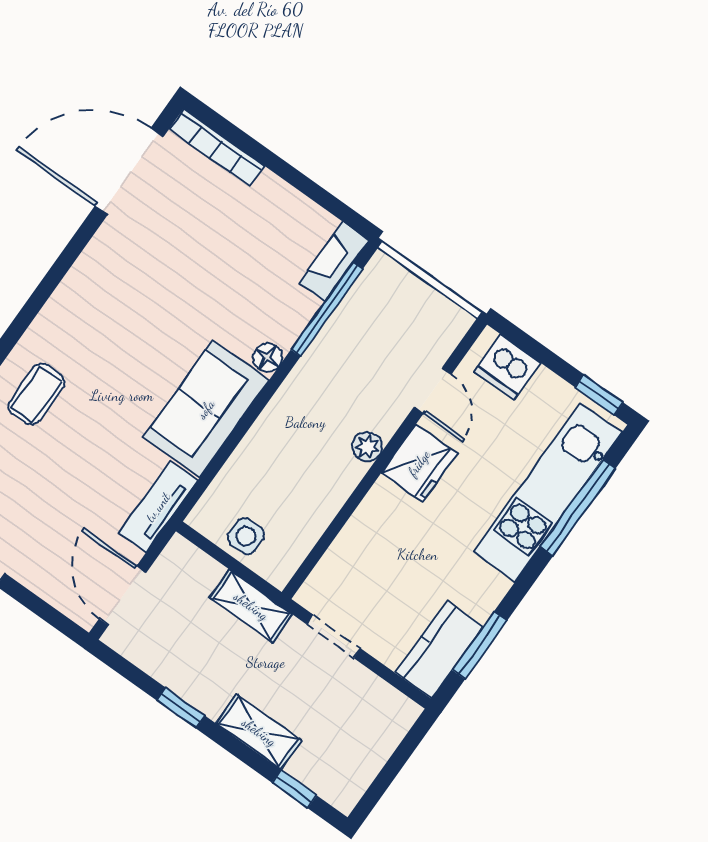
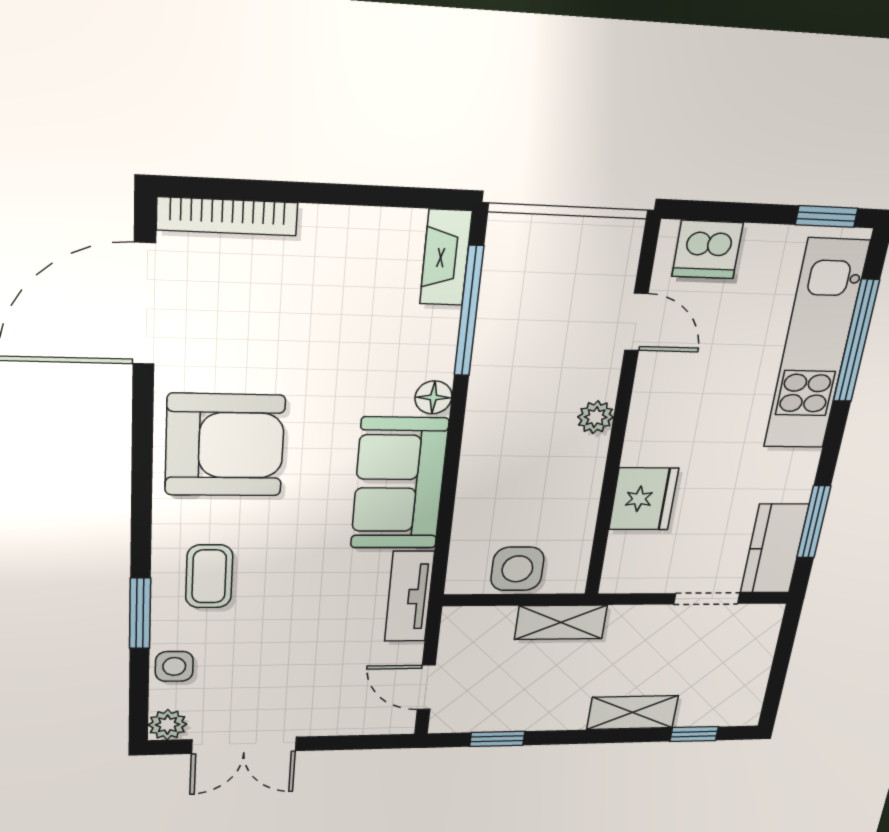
armchair: (113, 302) -> (225, 445), added
fridge: (419, 463) -> (644, 499), moved
side table: (246, 536) -> (517, 569), width x1.37, depth x1.37
door: (123, 596) -> (426, 687), width x0.73
doorway: (333, 636) -> (707, 599), moved
window: (181, 708) -> (497, 739), moved

